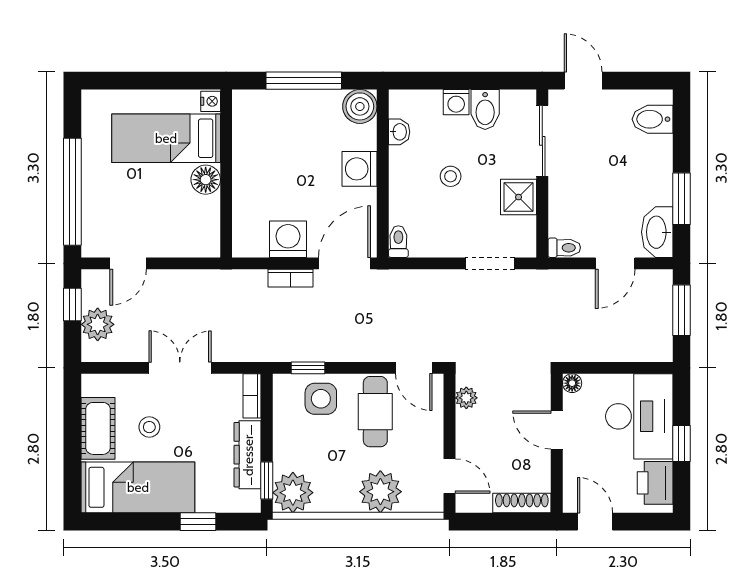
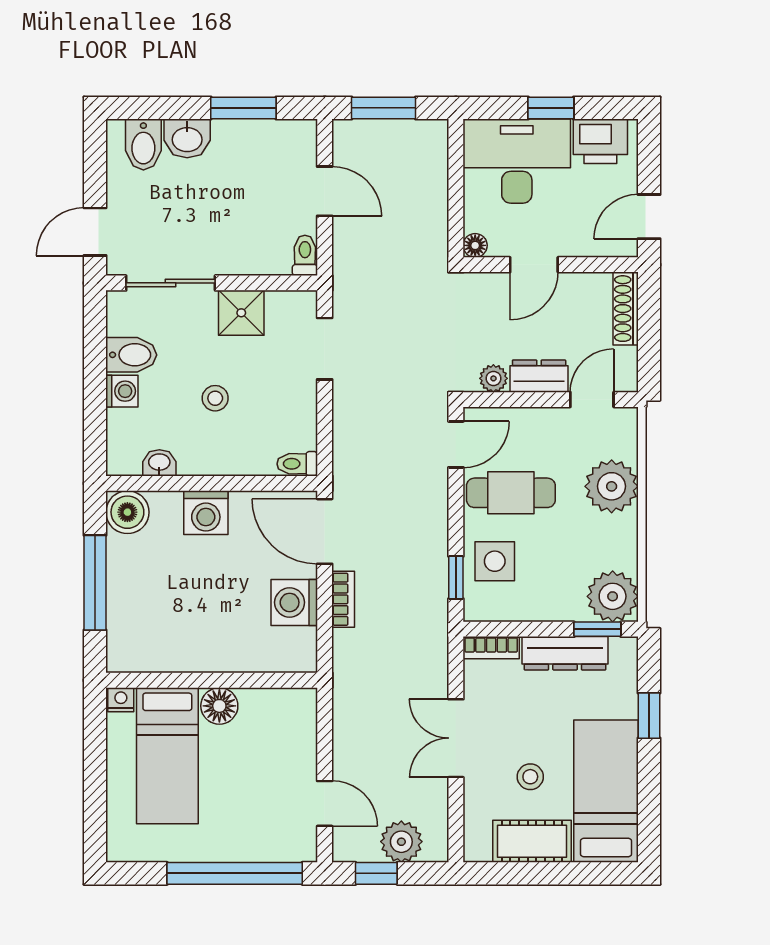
washbasin: (657, 232) -> (187, 138), moved, width x0.72
dresser: (468, 434) -> (539, 376), added

